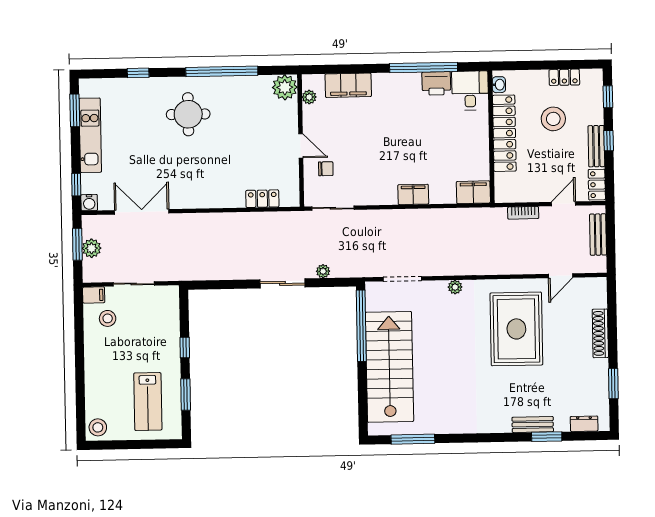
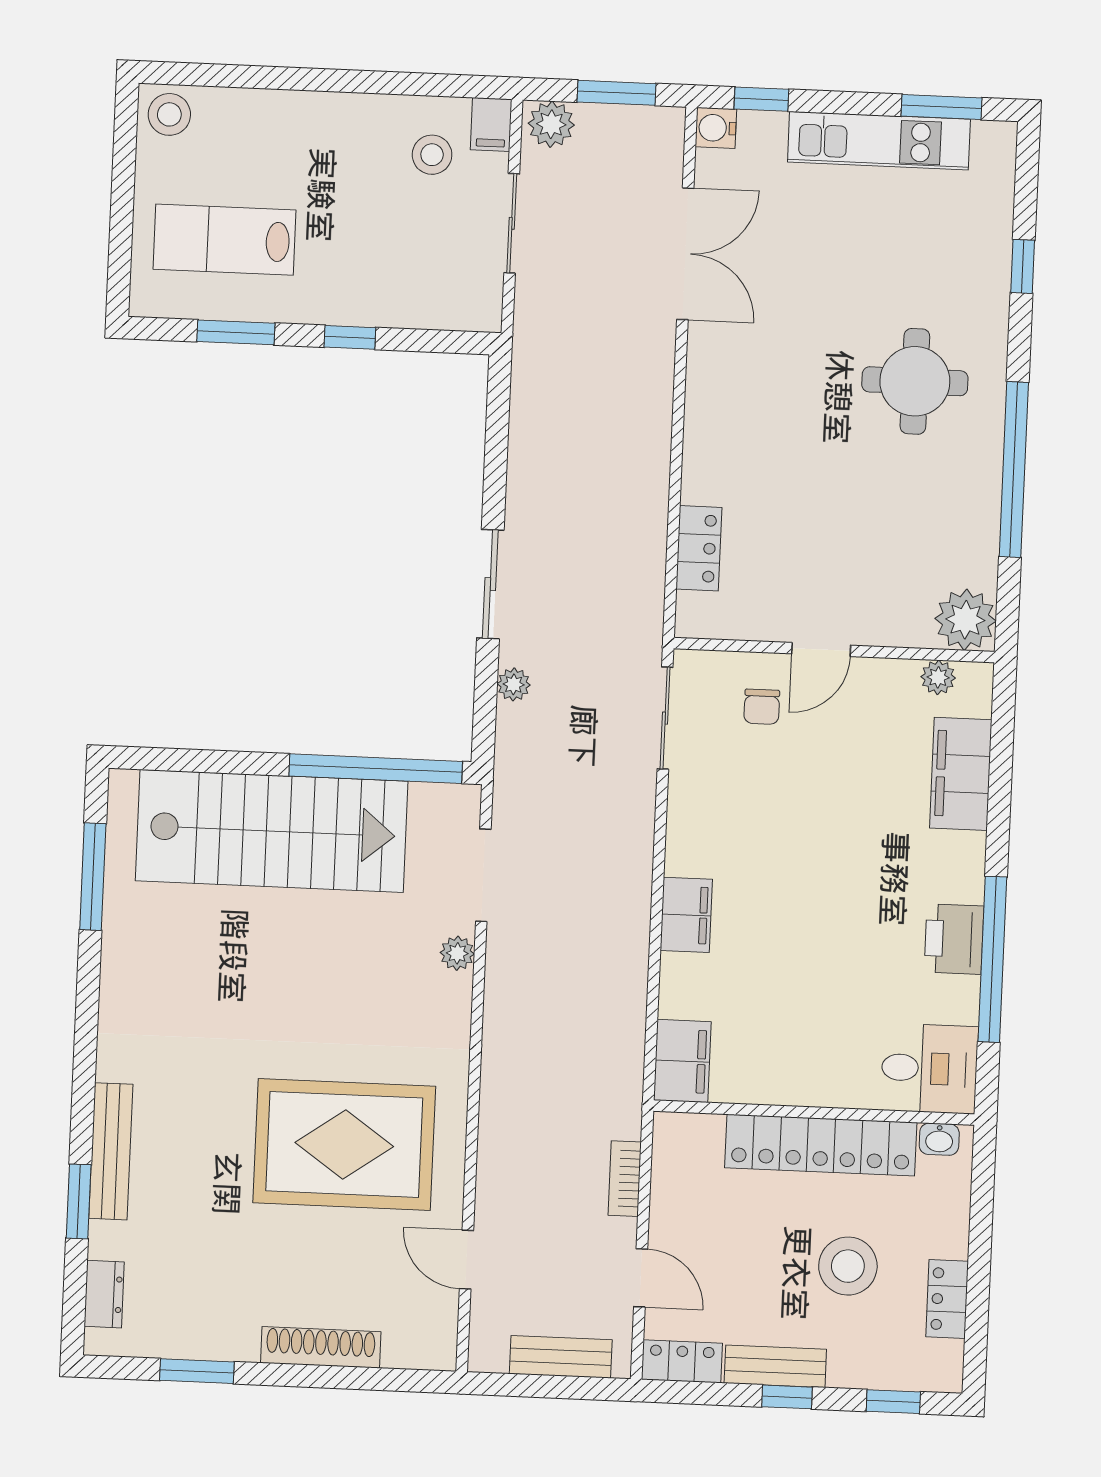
printer: (436, 83) -> (954, 939), moved
plant: (92, 248) -> (551, 124), moved
plant: (455, 287) -> (457, 953), moved
bench: (533, 425) -> (111, 1151), width x1.36

